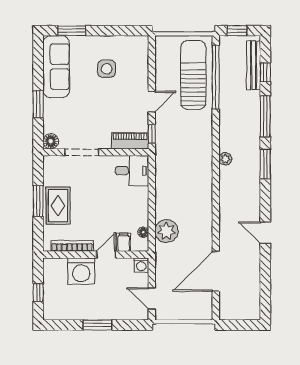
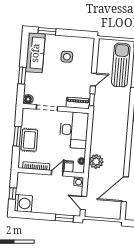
desk: (132, 171) -> (74, 130), width x1.87, depth x1.30
washing machine: (81, 271) -> (23, 203), moved, turned -90
window: (97, 325) -> (64, 218), moved

